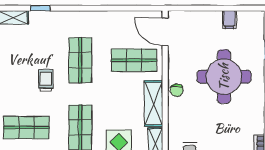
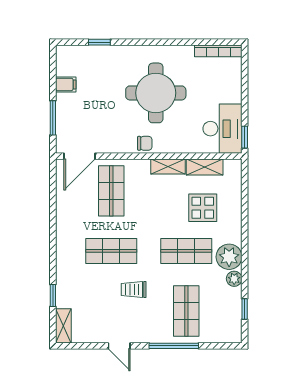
window: (199, 8) -> (53, 118), added
round table: (224, 77) -> (156, 93), moved
shelving: (154, 103) -> (168, 166), width x0.67, depth x0.75

